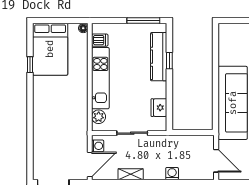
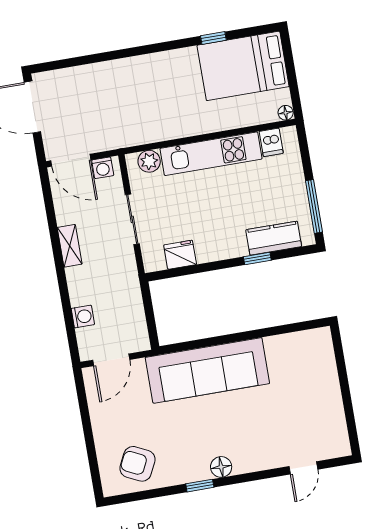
kitchen counter: (159, 57) -> (274, 238), width x0.67
shelving: (131, 174) -> (70, 246), moved
washing machine: (172, 174) -> (83, 317), moved

